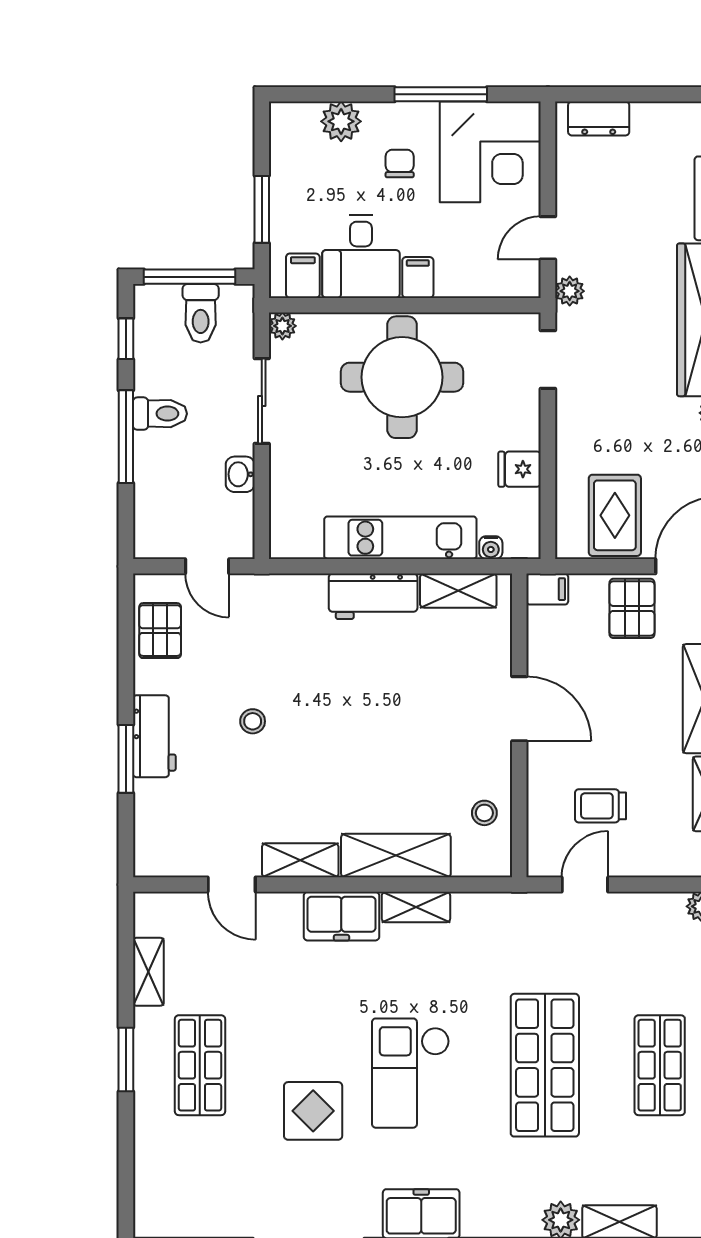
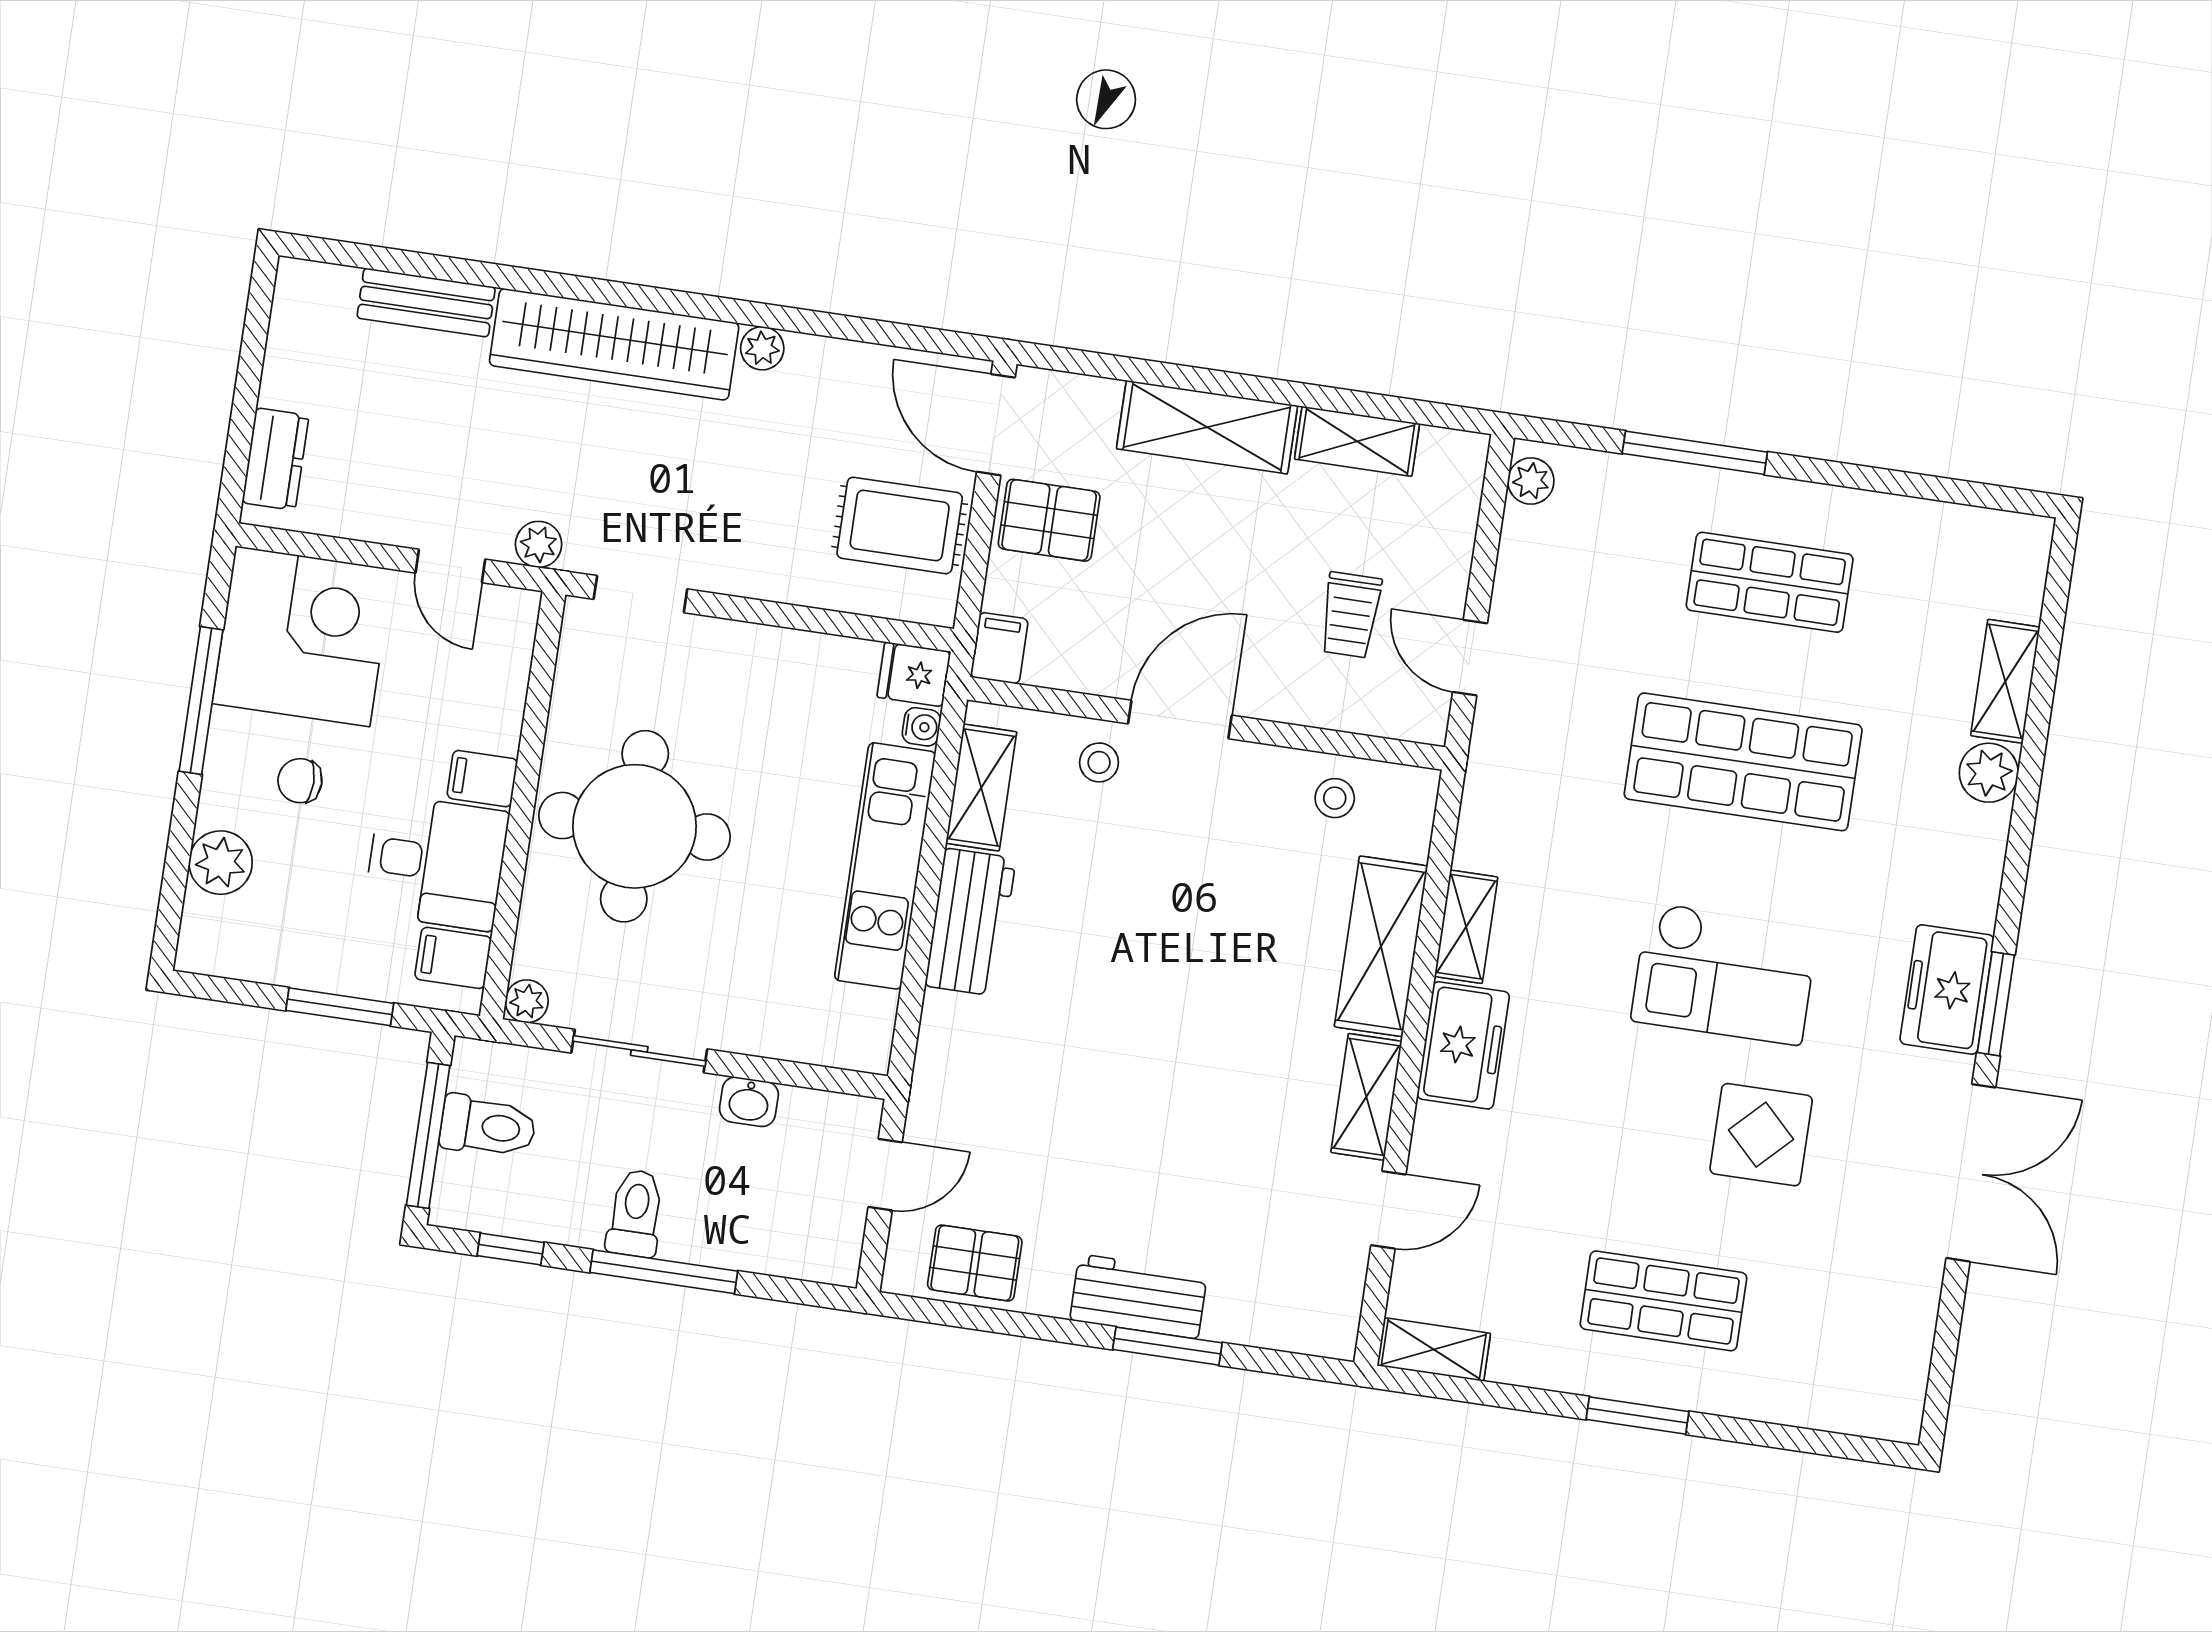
fridge: (520, 469) -> (914, 674), moved, turned 90
stool: (253, 721) -> (1099, 762), moved
shelving: (148, 972) -> (1434, 1349), moved

